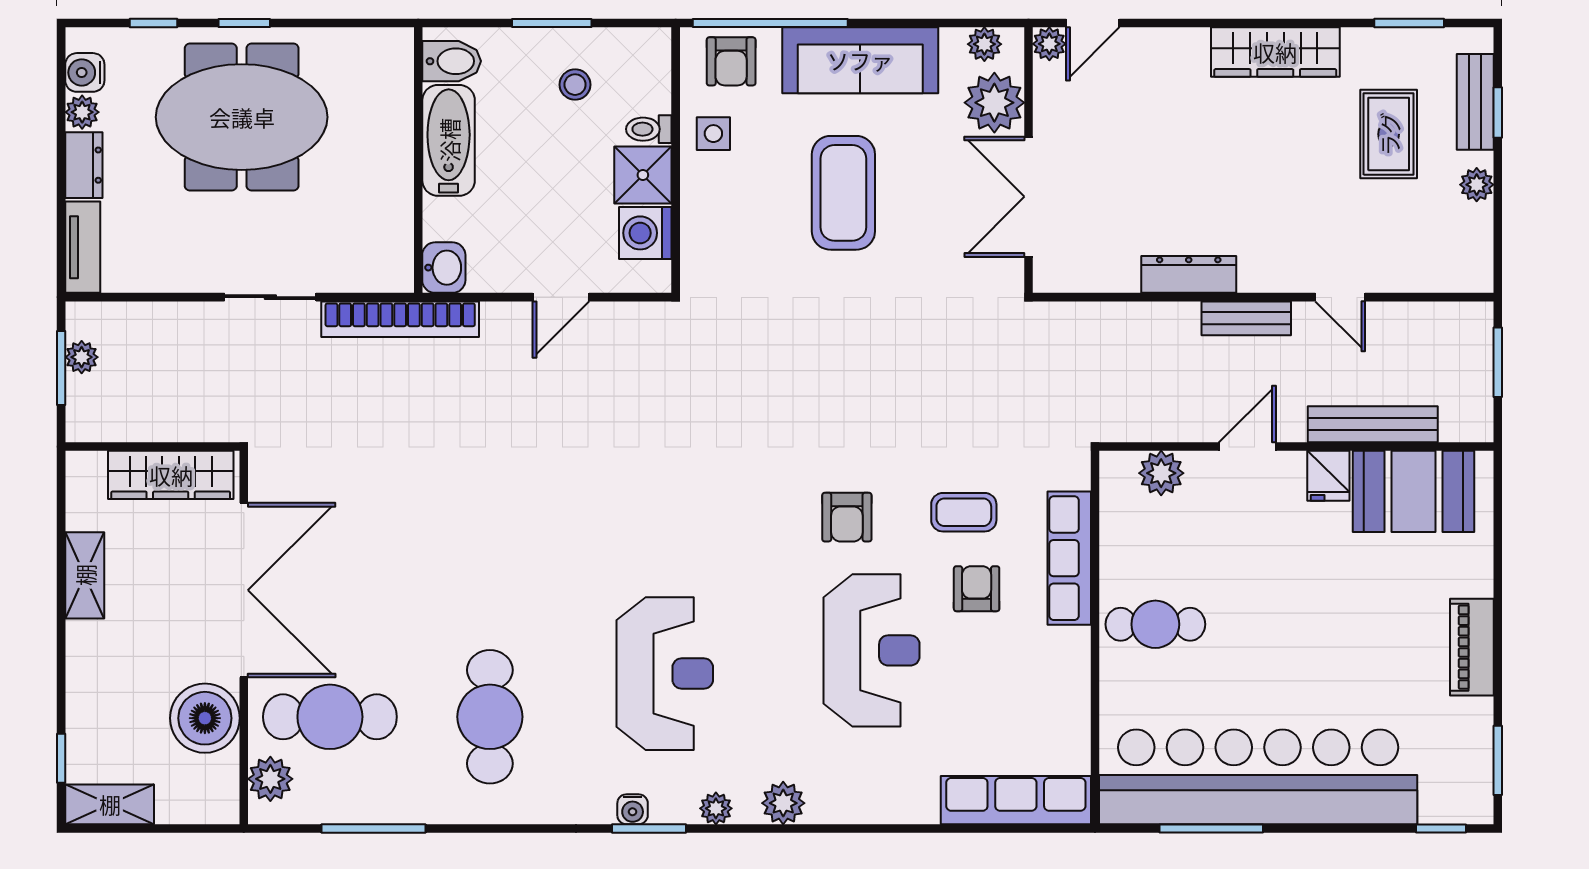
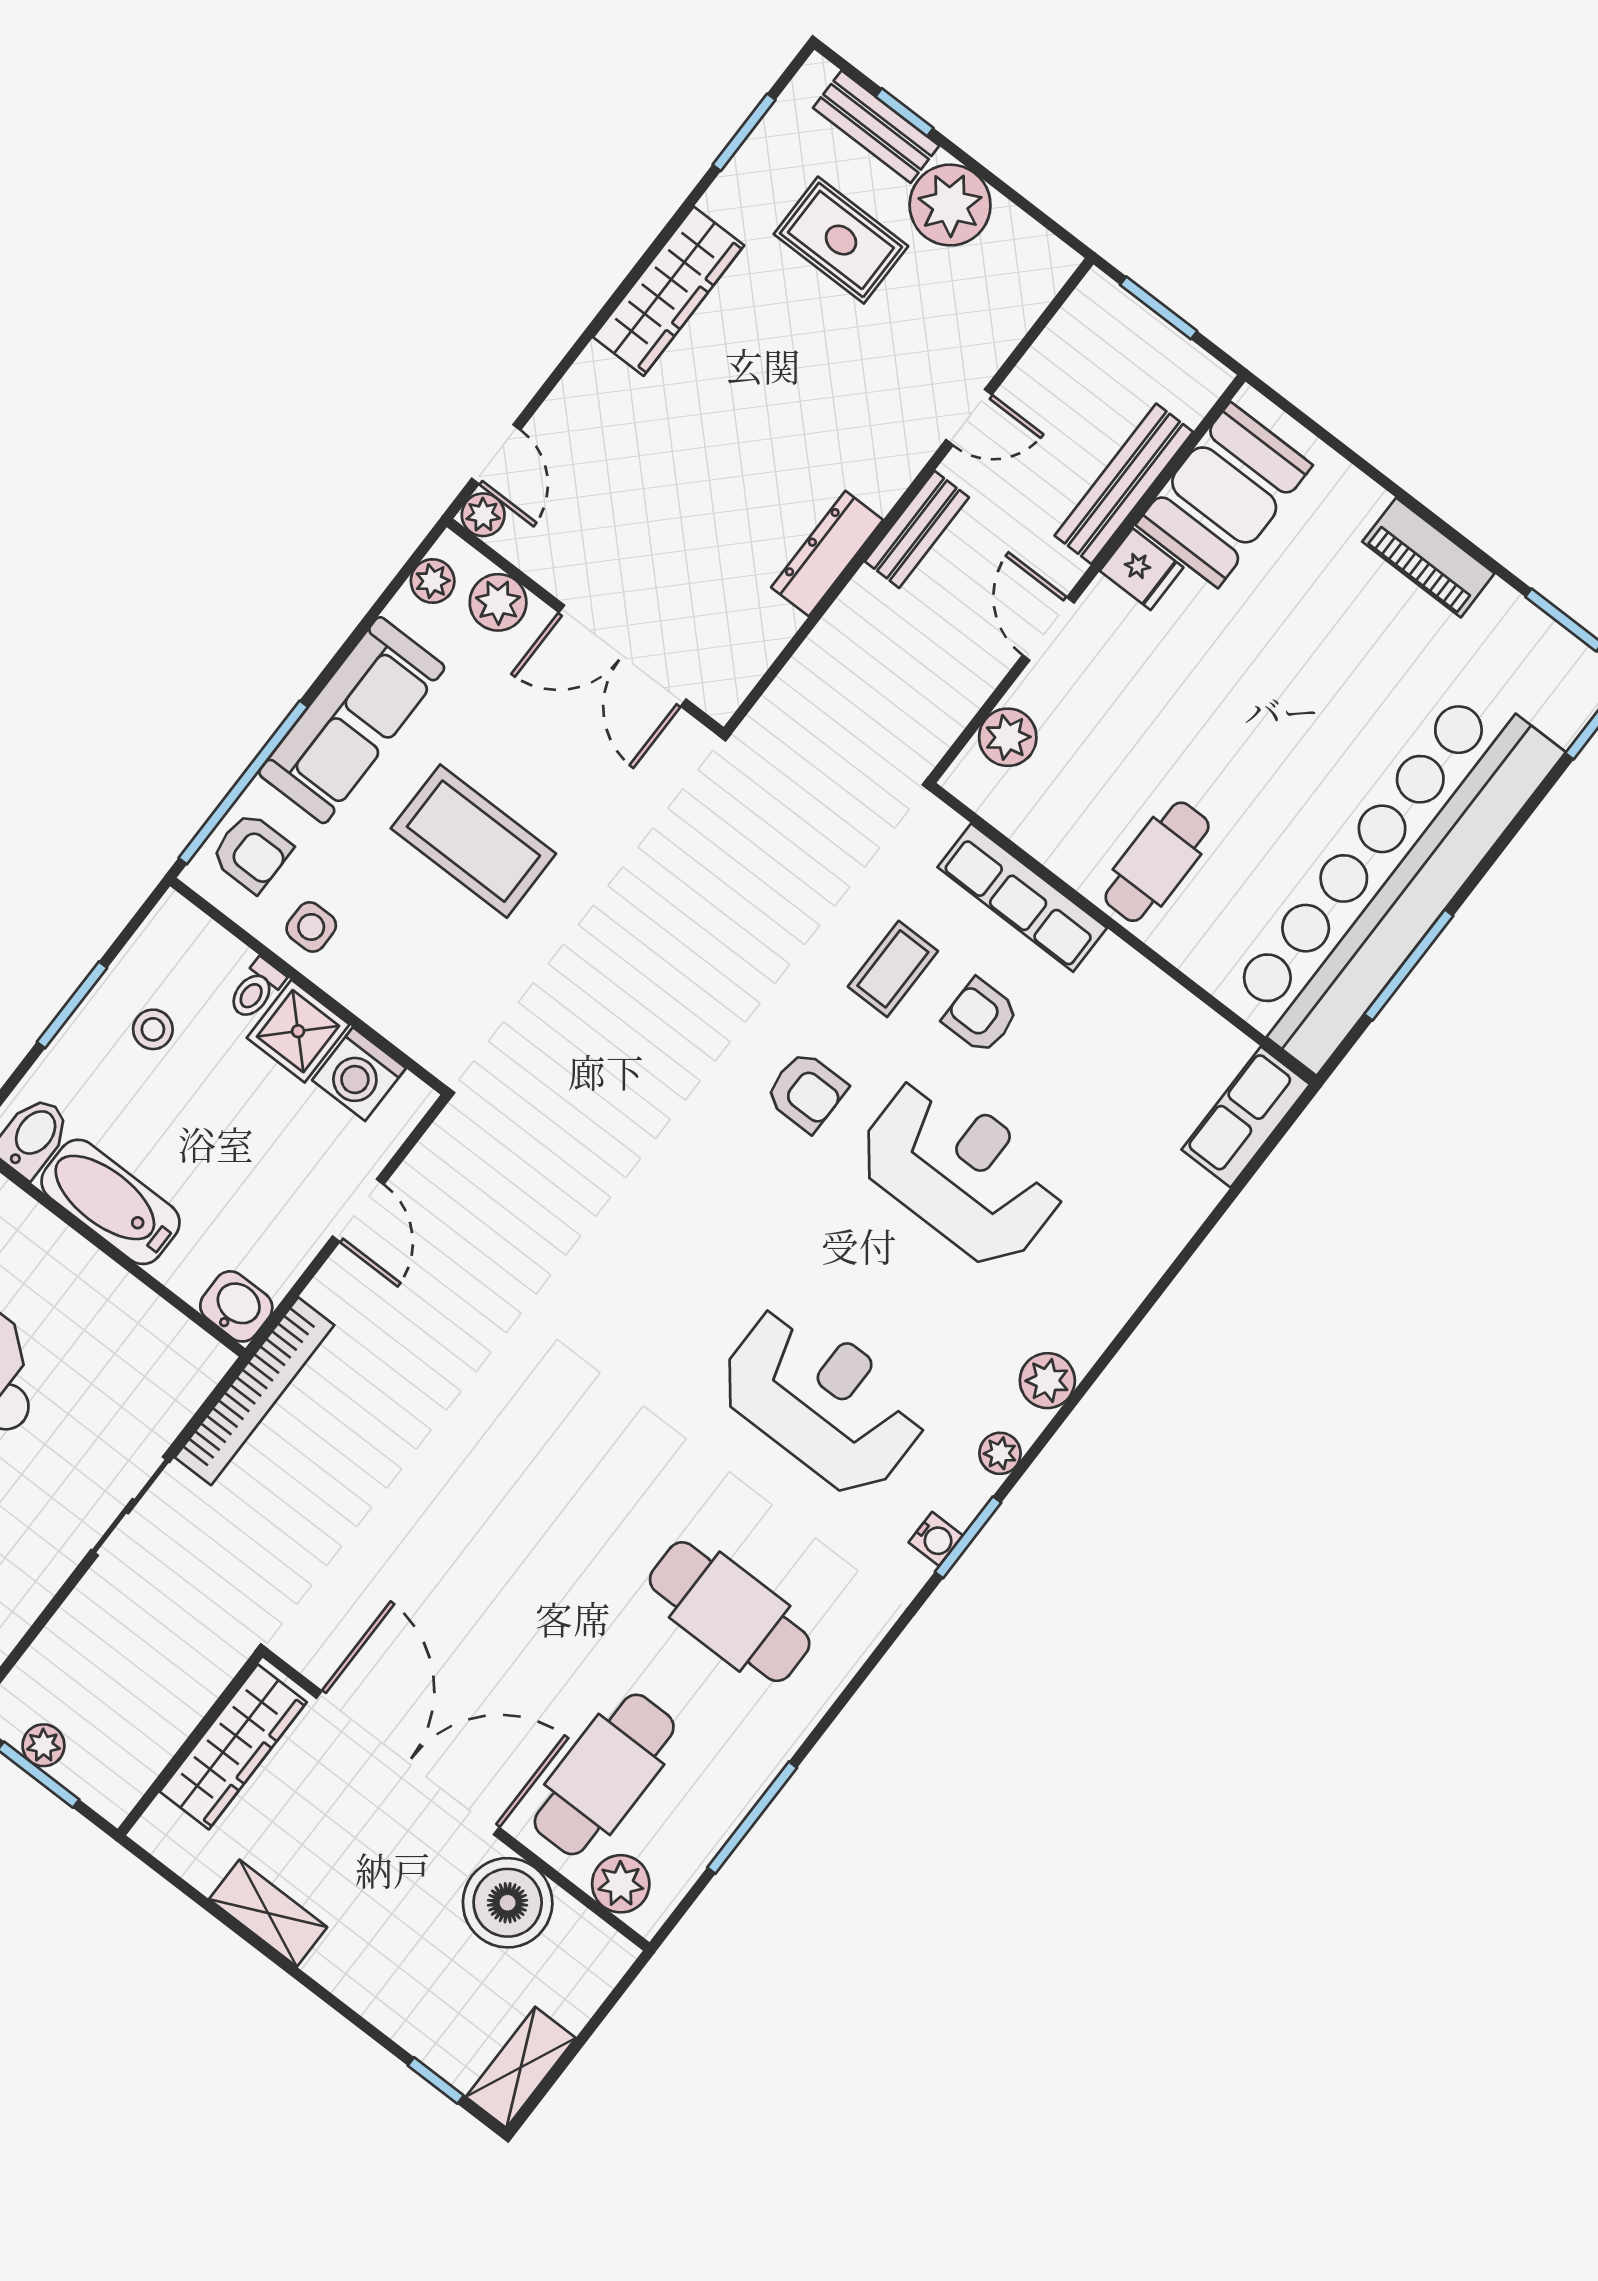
plant: (994, 103) -> (498, 602), width x0.73, depth x0.73
plant: (1477, 185) -> (950, 205), width x1.88, depth x1.88
row of seats: (1016, 800) -> (1246, 1117), width x0.68

